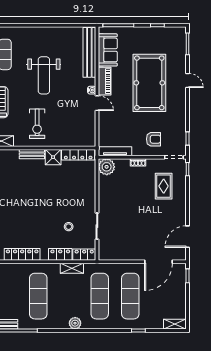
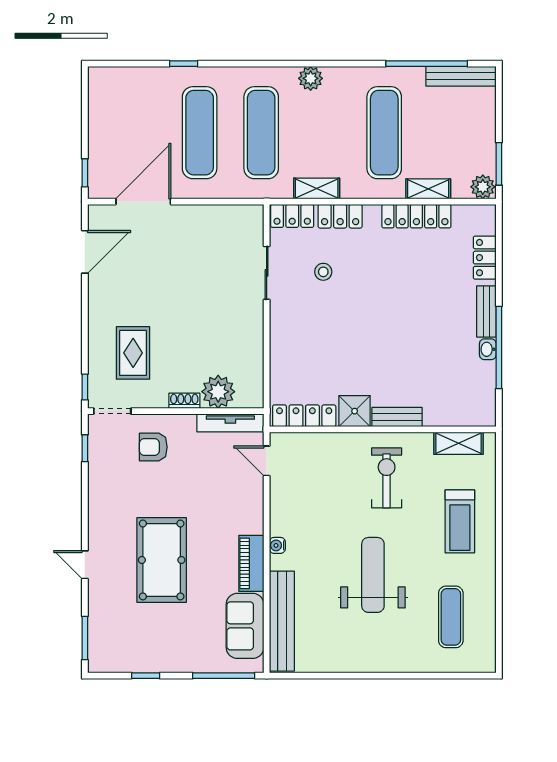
pool table: (149, 83) -> (162, 560), width x0.73, depth x0.76
door: (97, 103) -> (267, 461), moved
plant: (107, 167) -> (218, 392), moved
shelving: (175, 324) -> (428, 189), moved

